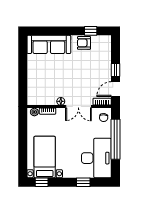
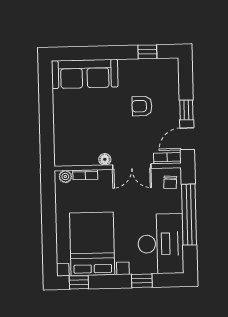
armchair: (84, 43) -> (142, 106), moved
bed with nightstands: (45, 157) -> (92, 244), width x1.36

